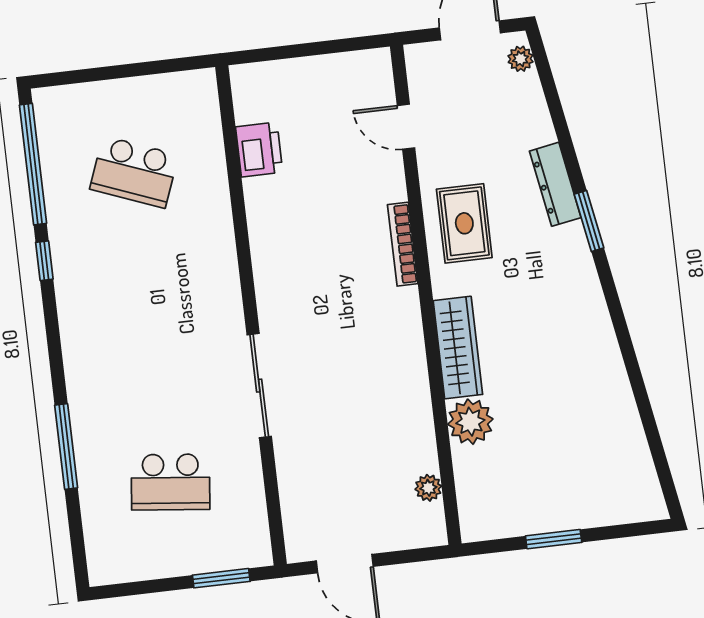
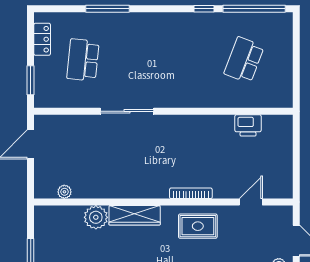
locker: (140, 565) -> (42, 39), added

